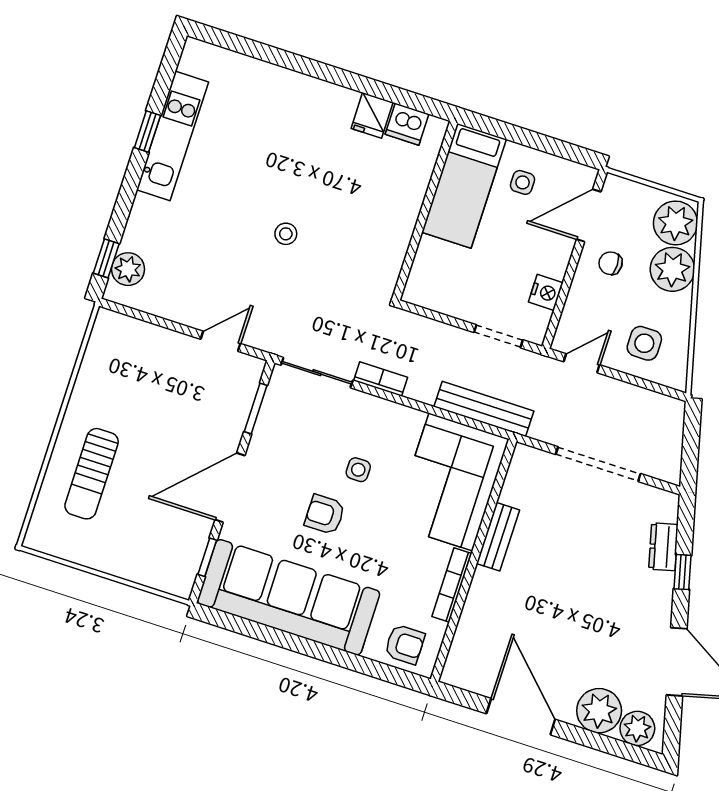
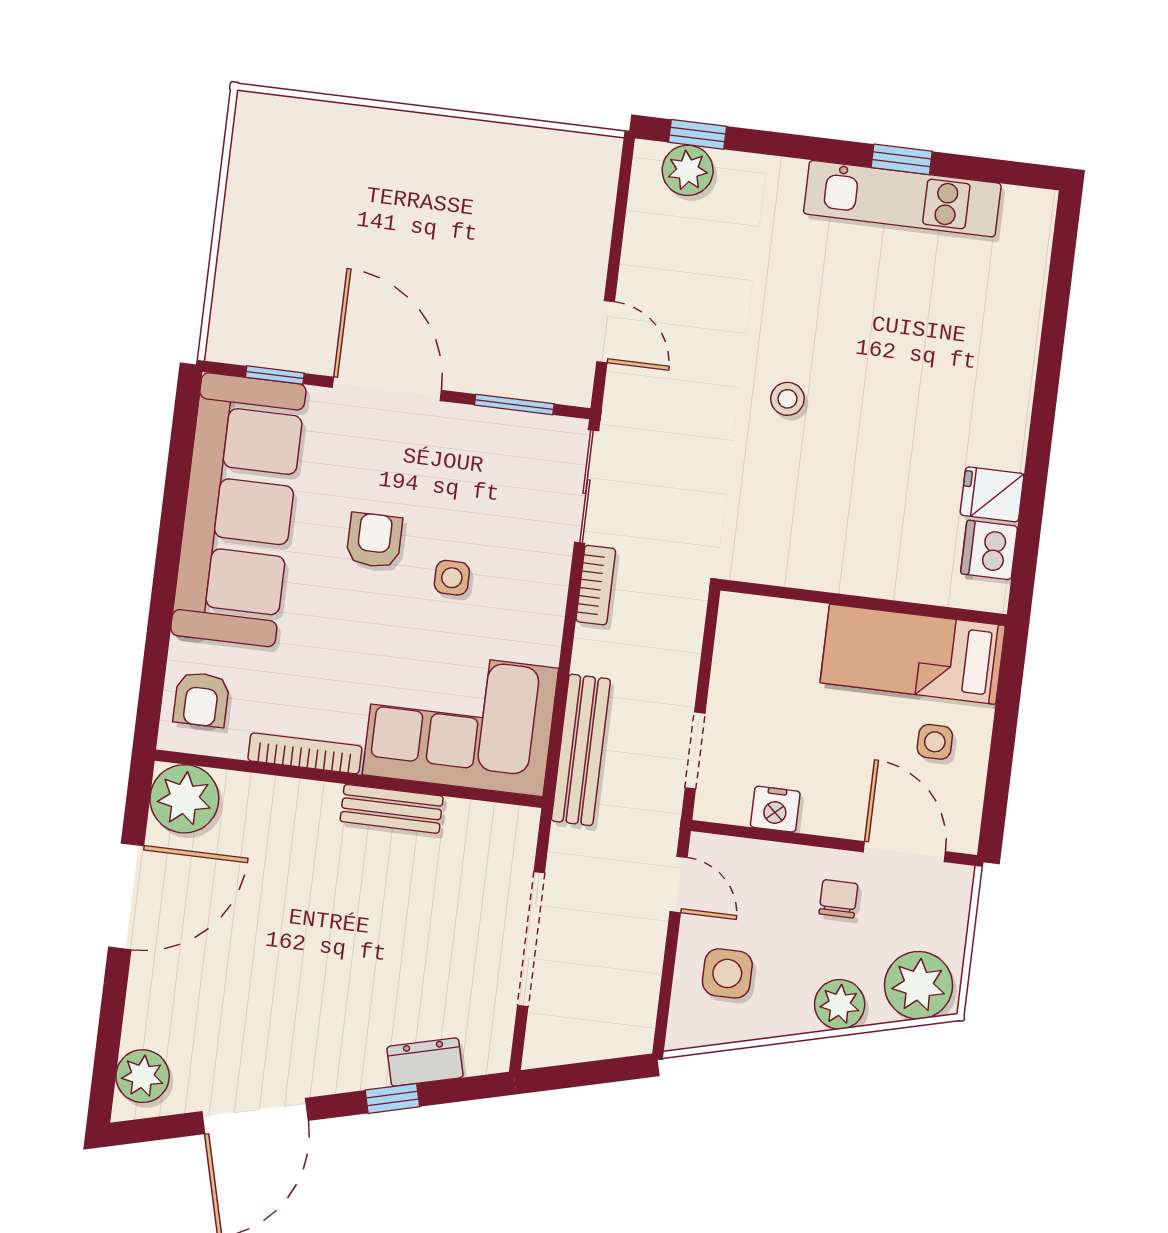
plant: (672, 269) -> (840, 1004), width x0.73, depth x0.73
sun lounger: (92, 474) -> (367, 175), removed
plant: (599, 711) -> (184, 799), moved

